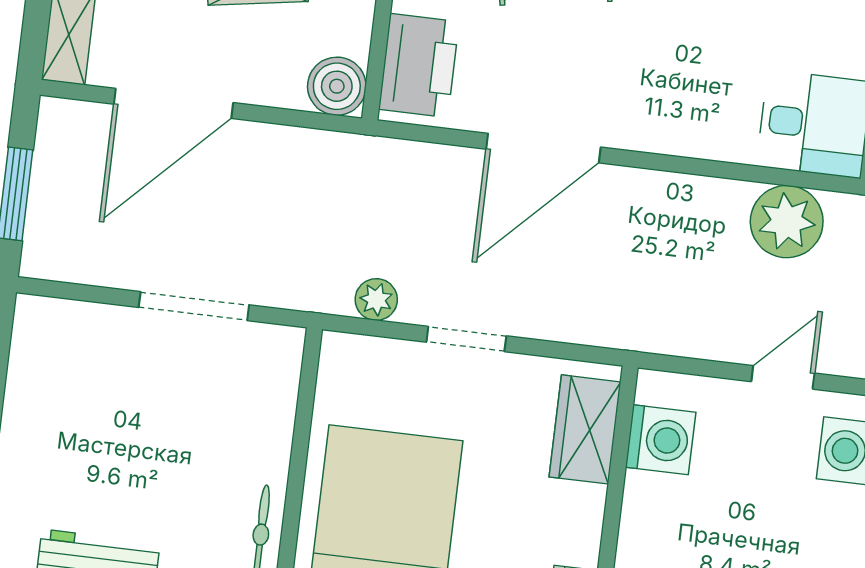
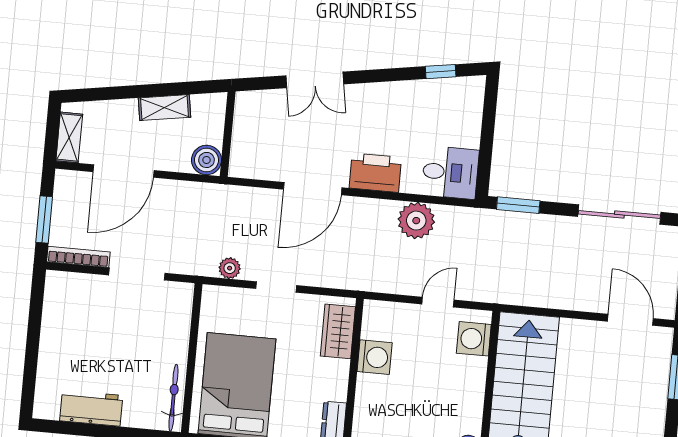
printer: (419, 65) -> (375, 173), moved, turned -90
plant: (787, 222) -> (416, 221), moved
bookcase: (80, 269) -> (78, 257), added
washing machine: (661, 440) -> (375, 357), moved

